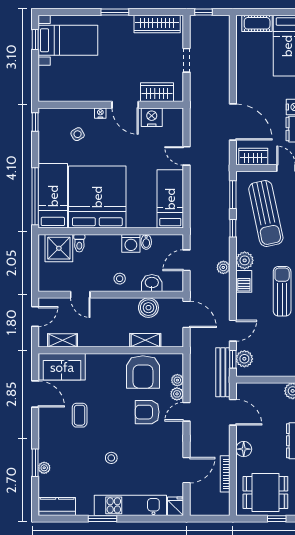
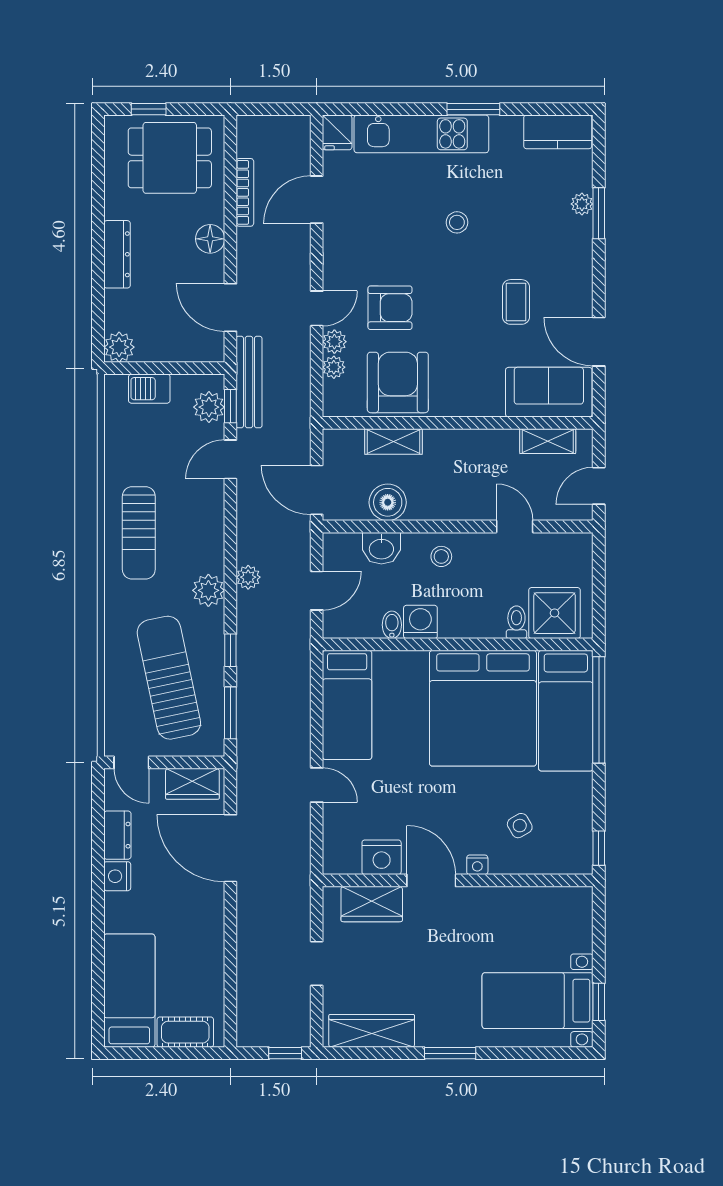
barbecue: (244, 281) -> (149, 389), moved, turned -90

